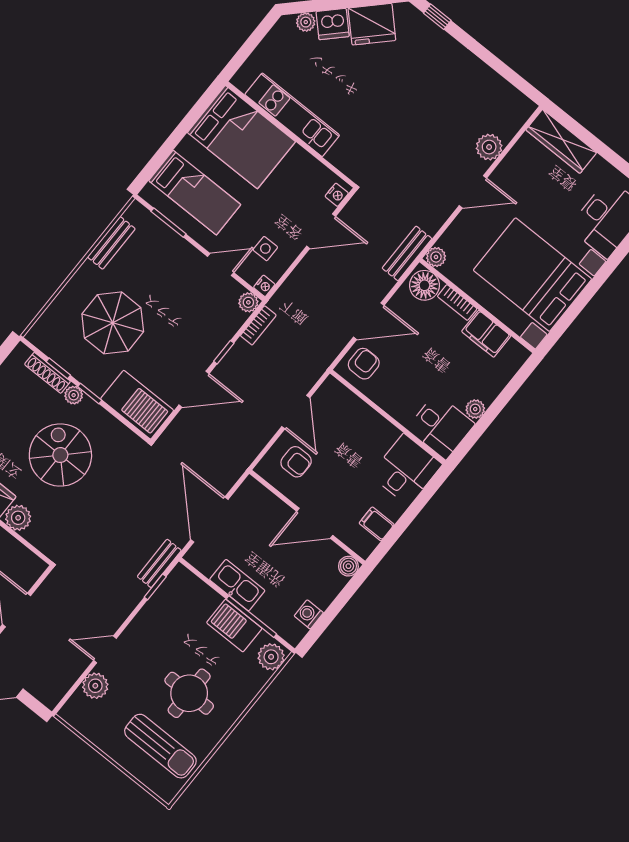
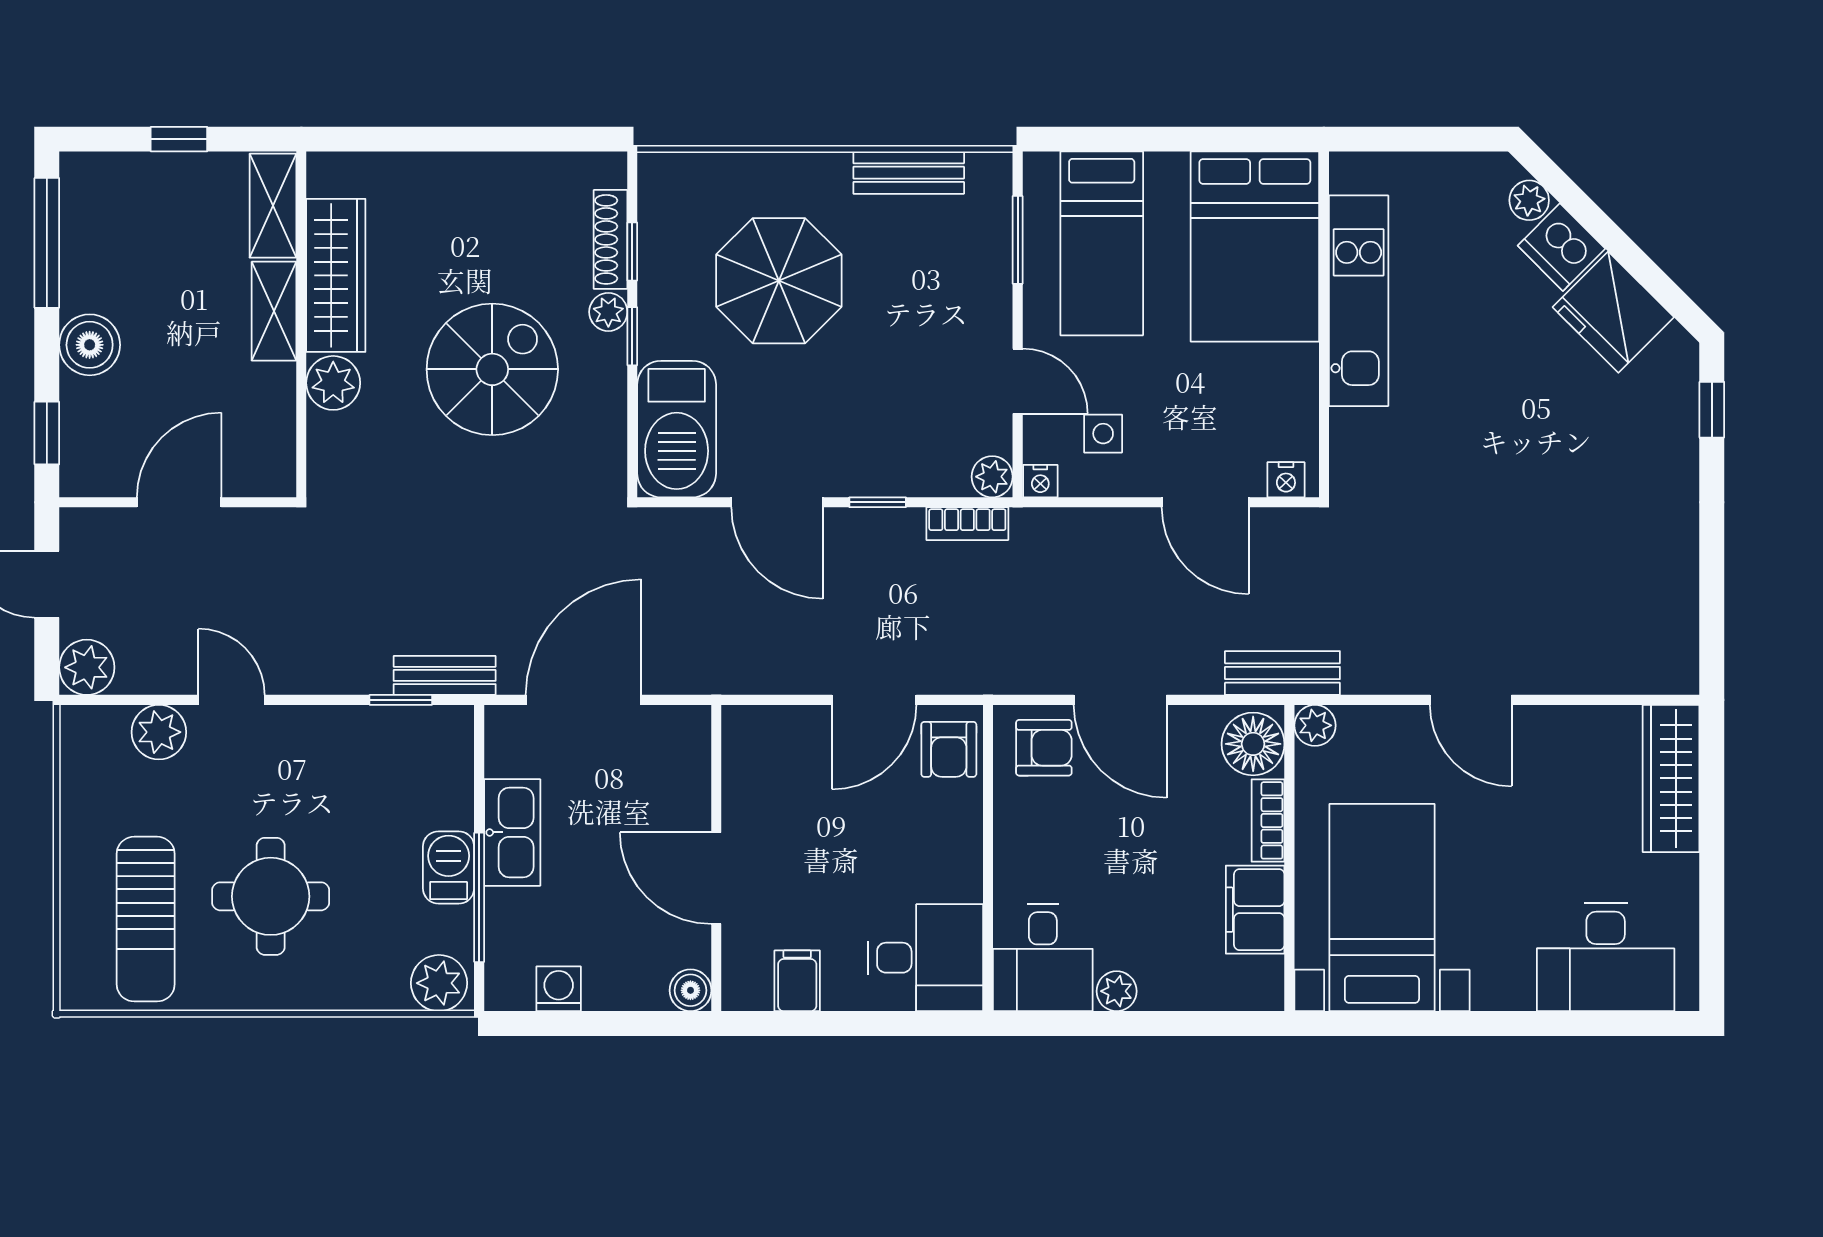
plant: (489, 147) -> (87, 667), moved
bed with nightstands: (532, 275) -> (1382, 907), width x0.73
armchair: (296, 462) -> (949, 749), moved
barbecue: (234, 626) -> (449, 867), width x0.73, depth x0.79

